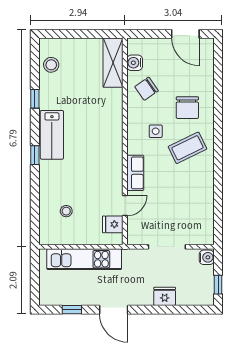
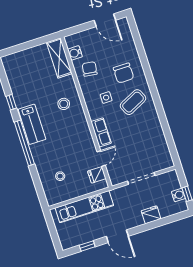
stool: (51, 65) -> (64, 104), moved
chair: (146, 89) -> (90, 69), turned 133
window: (35, 155) -> (24, 143), width x3.17
water cooler: (207, 257) -> (178, 195), moved

